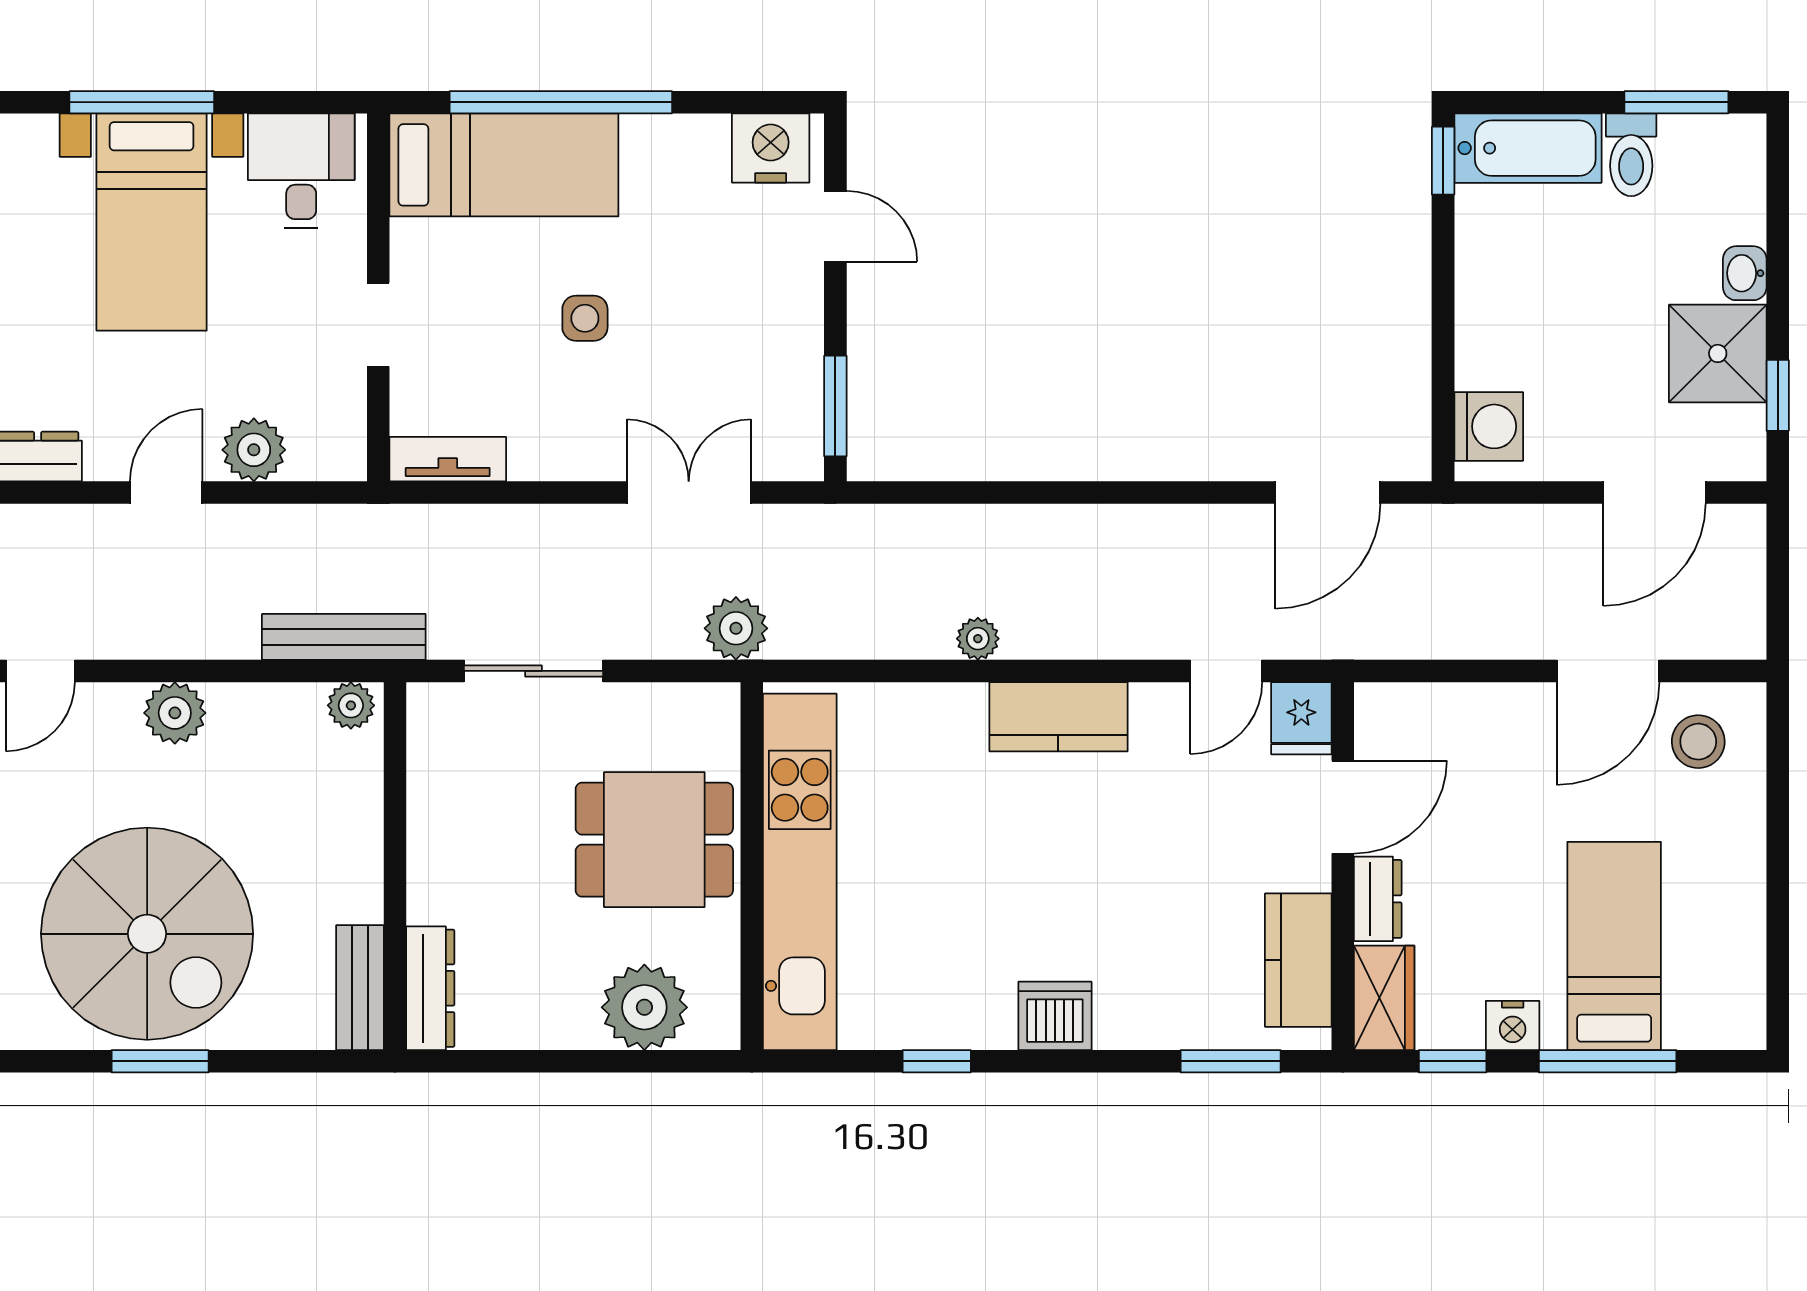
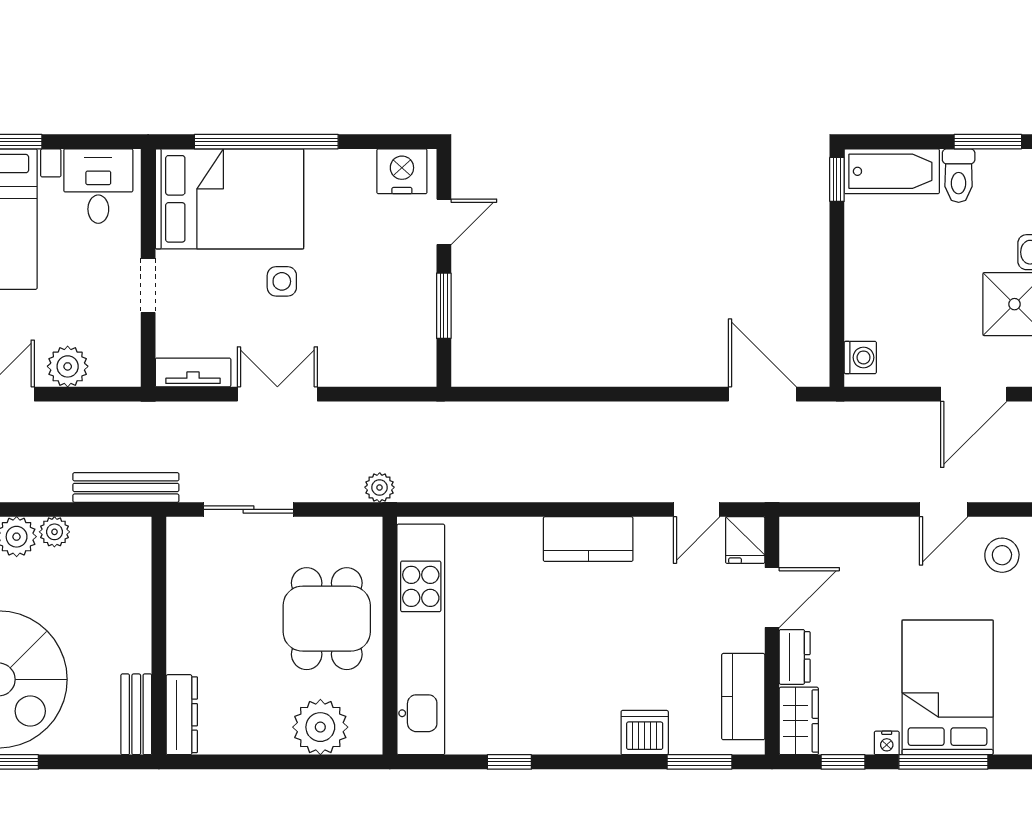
bed: (504, 165) -> (229, 199), width x1.50
door: (835, 226) -> (444, 222), hinge flipped
window: (835, 406) -> (444, 306), moved
washing machine: (1489, 426) -> (860, 357), width x0.73, depth x0.73
double door: (689, 493) -> (277, 394), moved
door: (1328, 493) -> (762, 394), swing flipped
plant: (736, 628) -> (380, 487), width x0.73, depth x0.73
plant: (978, 639) -> (536, 489), removed
door: (1608, 671) -> (944, 509), width x0.73
plant: (351, 705) -> (54, 532), moved
dining table: (654, 840) -> (327, 619), turned 90
bed: (1614, 946) -> (948, 687), width x1.50
dishwasher: (1055, 1016) -> (645, 733), moved
nightstand: (1513, 1025) -> (887, 743), width x0.72, depth x0.74

